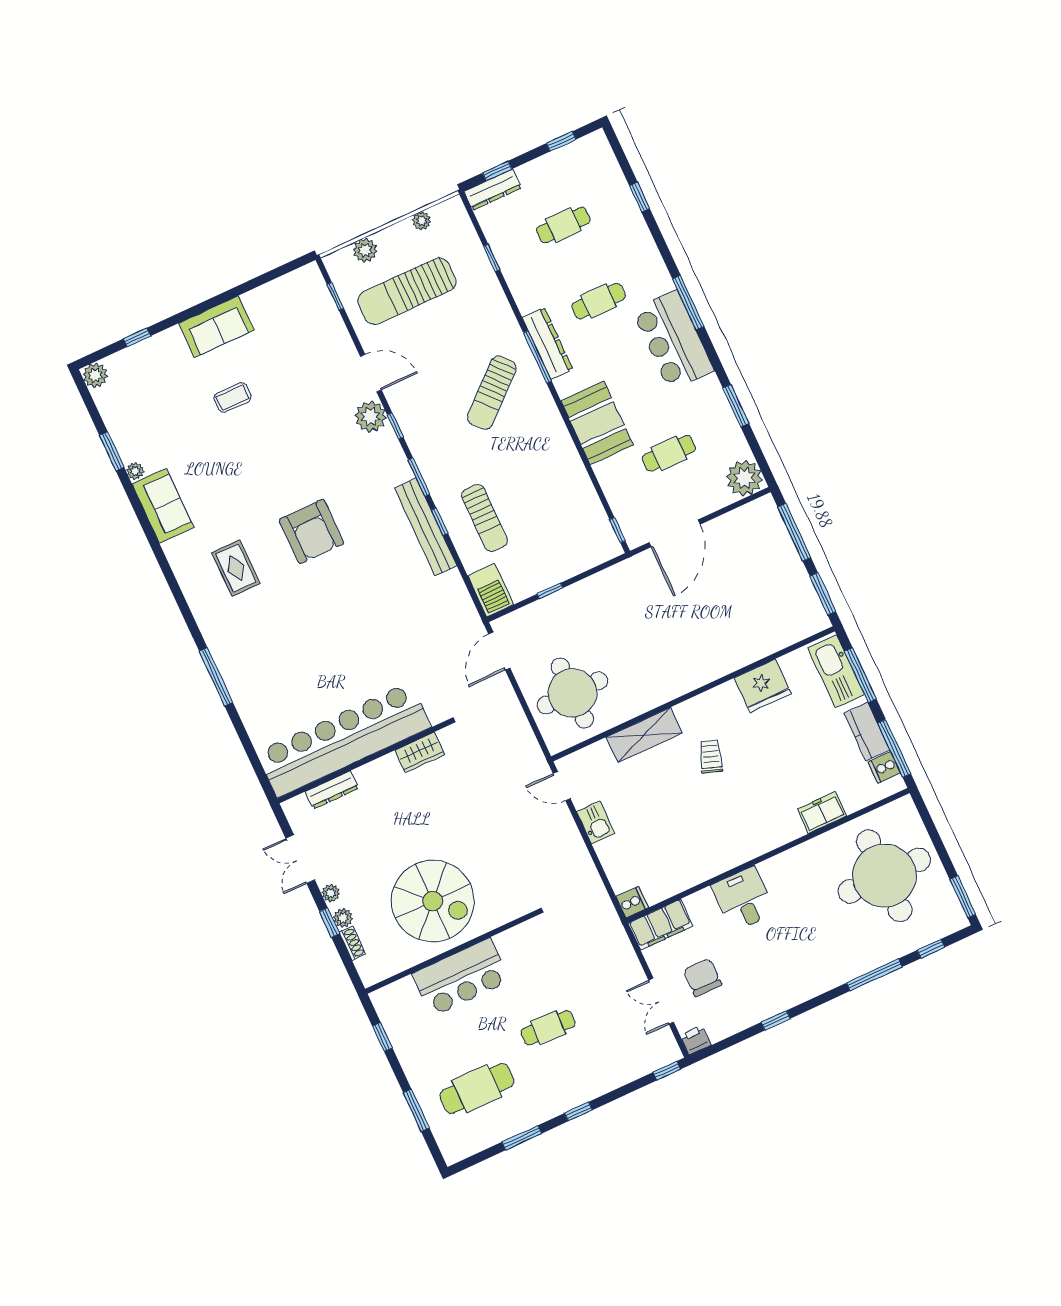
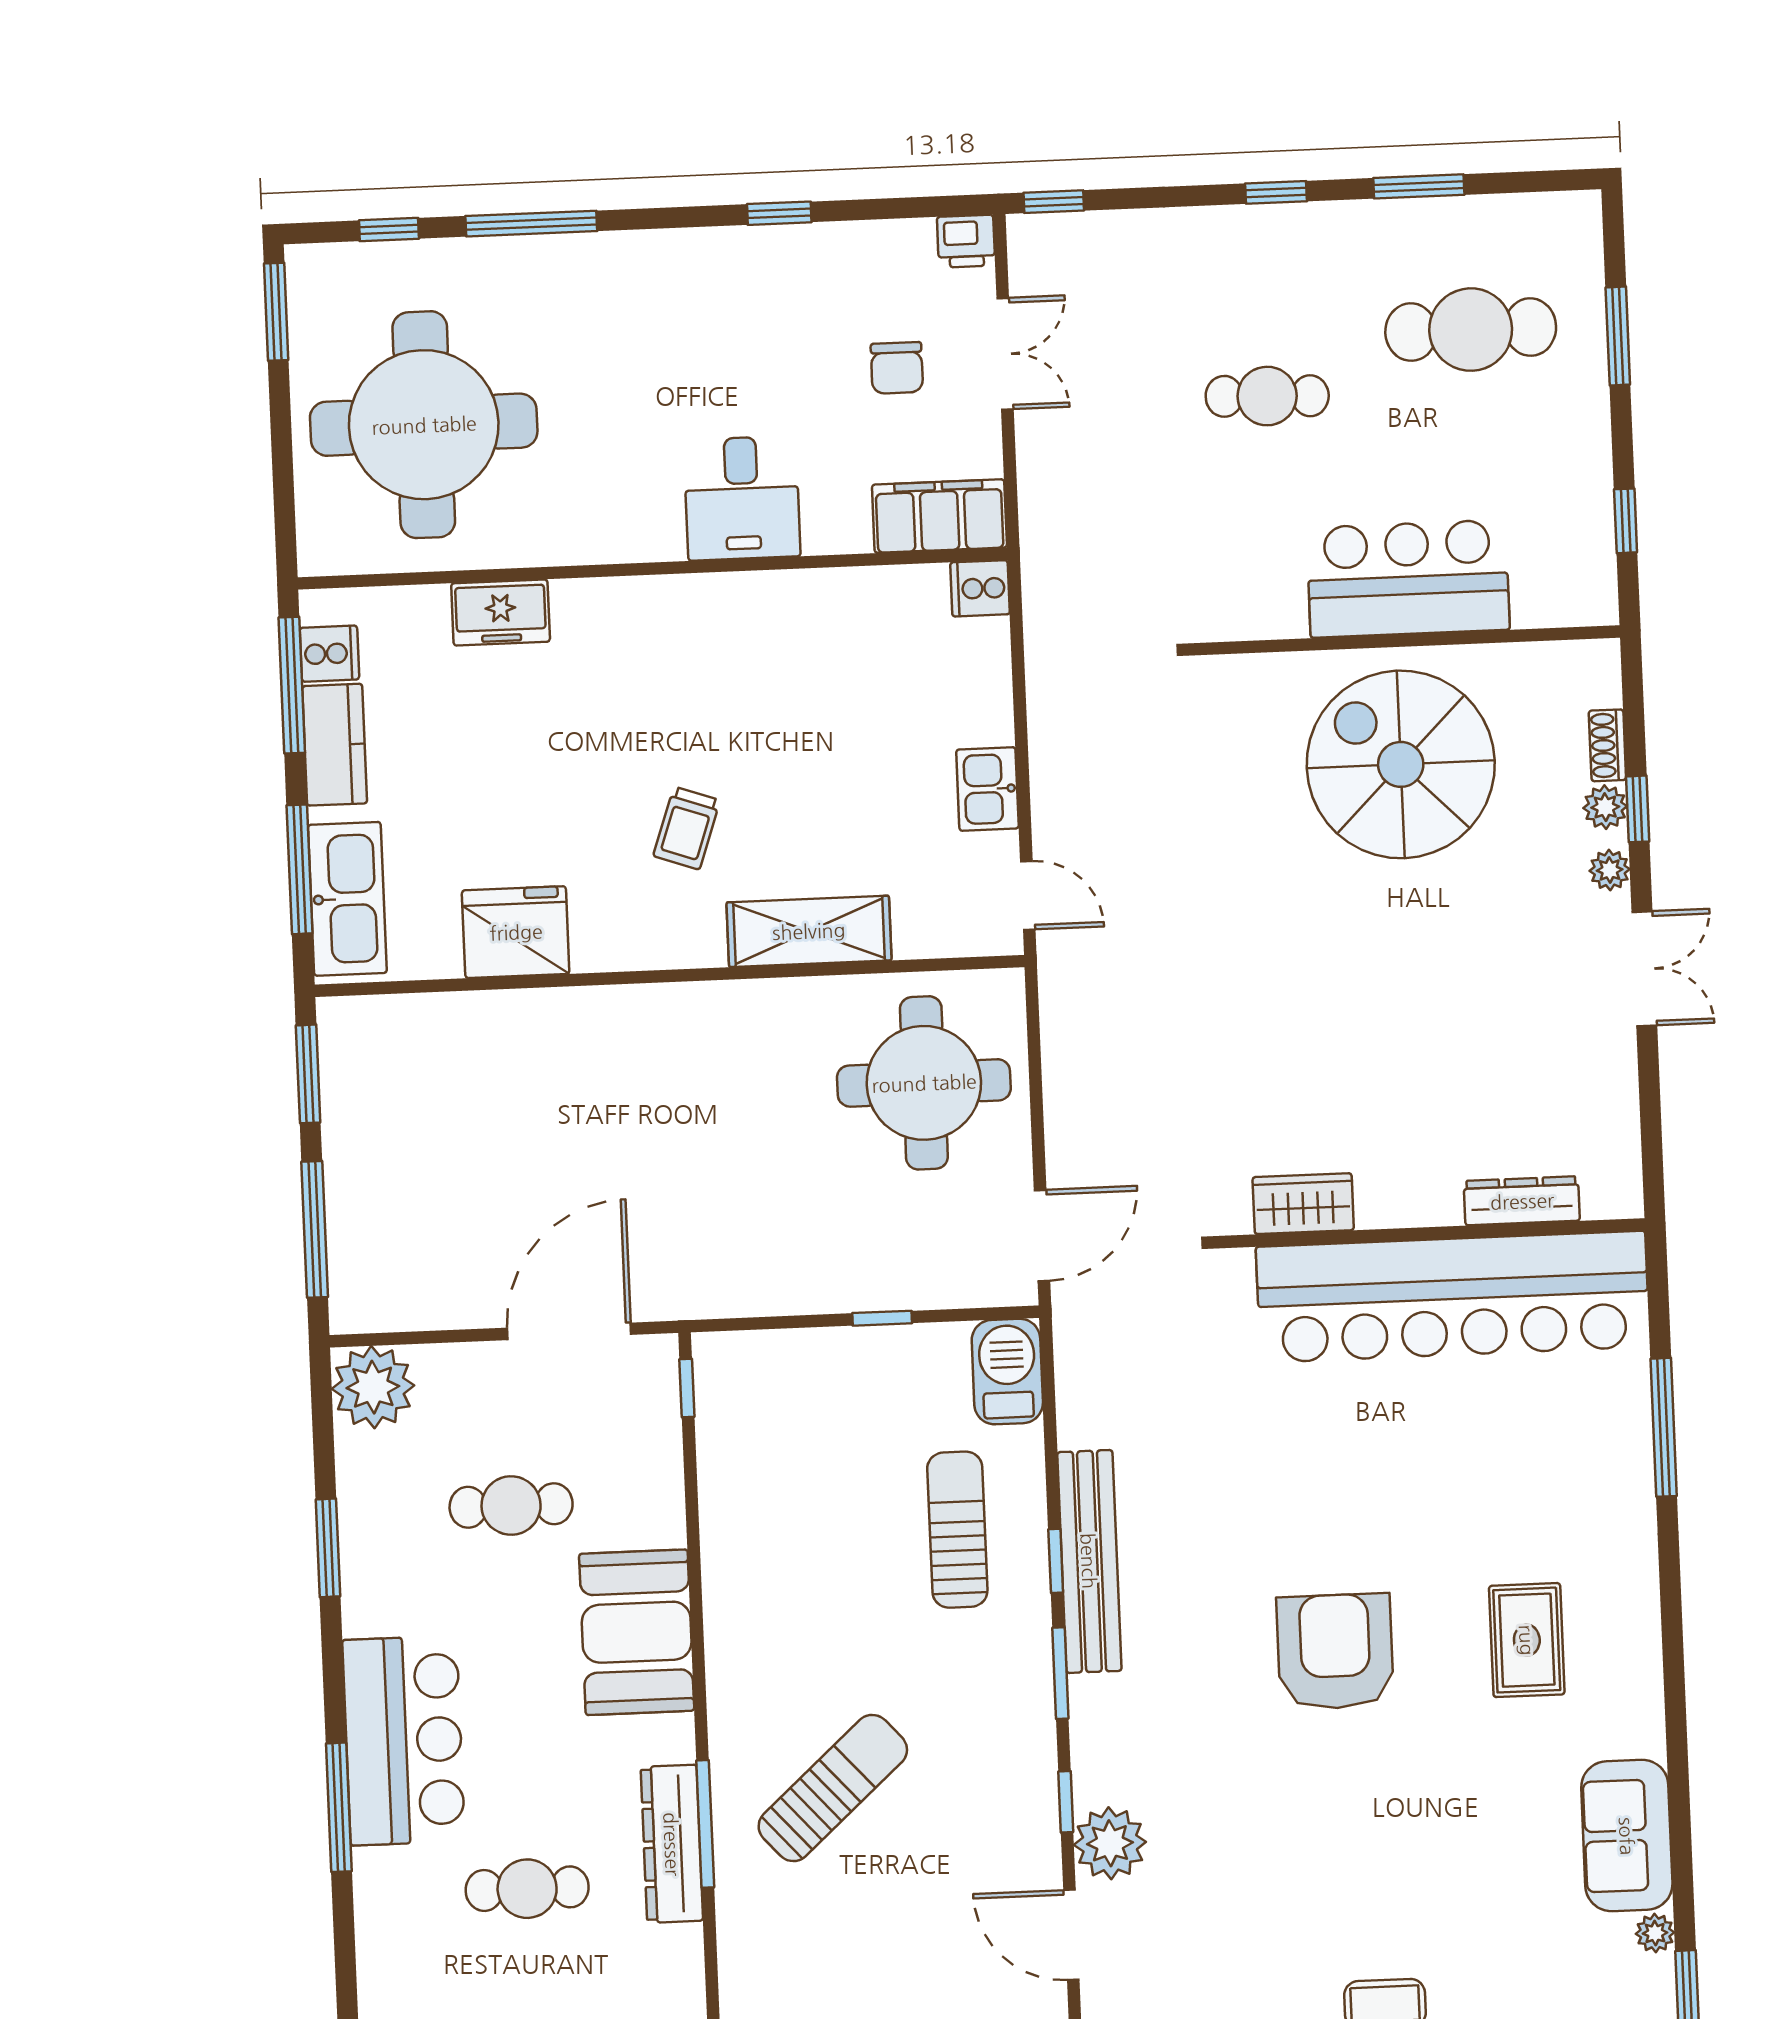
bar counter: (344, 740) -> (1453, 1297), moved
wardrobe: (420, 752) -> (1303, 1204), moved
wall: (364, 761) -> (1429, 1233), moved
dresser: (332, 790) -> (1522, 1201), moved
chair: (702, 977) -> (897, 368), width x0.73, depth x0.73

